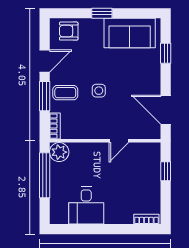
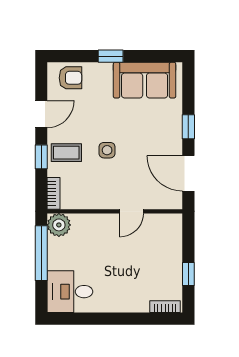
armchair: (69, 31) -> (70, 78), turned 180
window: (166, 53) -> (188, 127), moved
window: (45, 96) -> (41, 157), width x0.67
window: (166, 171) -> (188, 274), moved
desk: (86, 206) -> (70, 292), moved, turned 90

